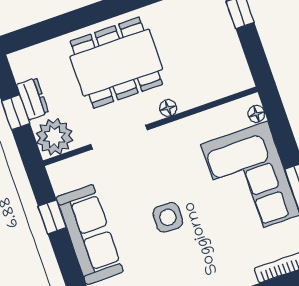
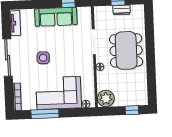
plant: (54, 137) -> (106, 98), moved
side table: (168, 217) -> (43, 58), moved

